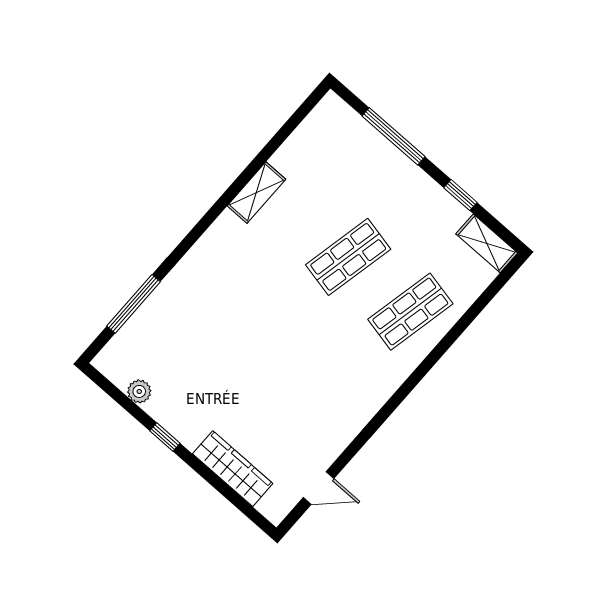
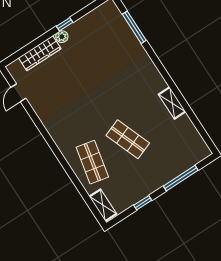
shelving: (487, 243) -> (103, 205), moved, turned 90
shop shelf: (348, 257) -> (128, 139), turned -33
plant: (139, 391) -> (62, 37), moved

